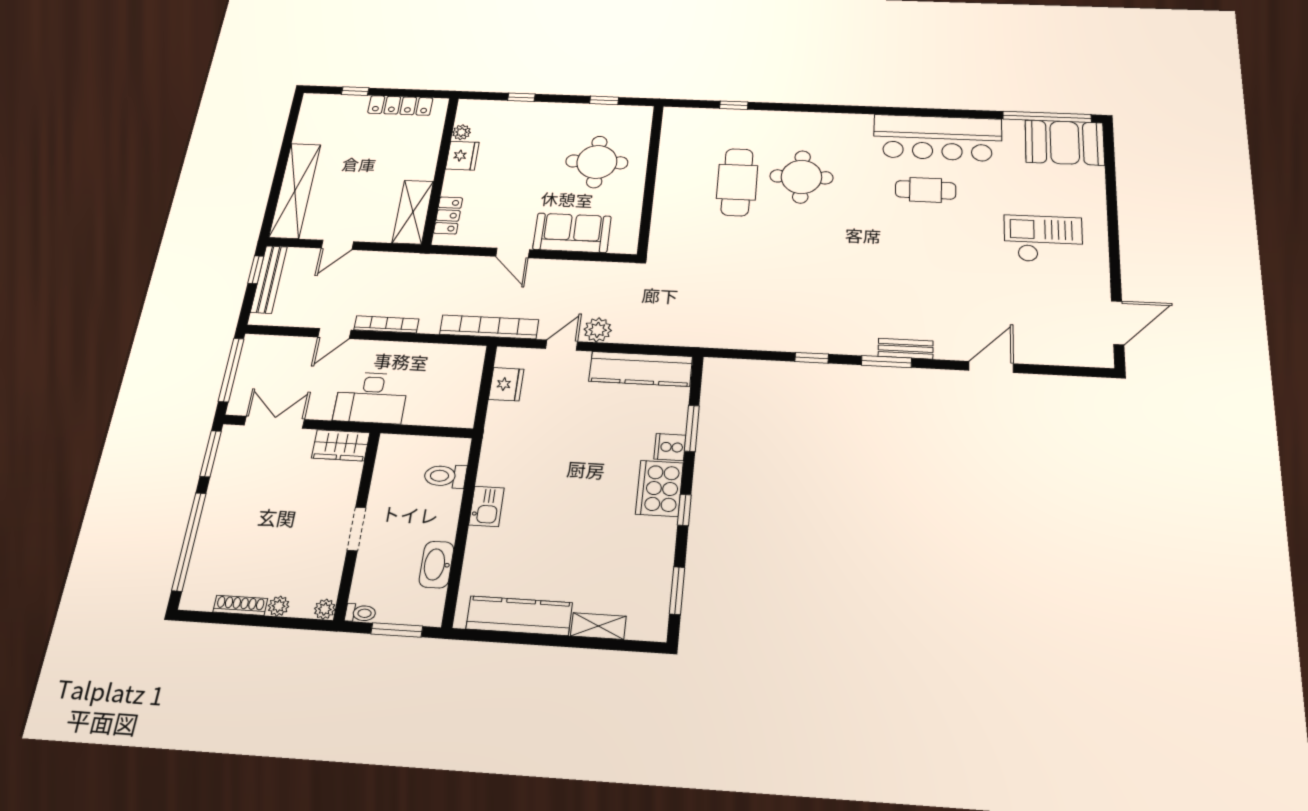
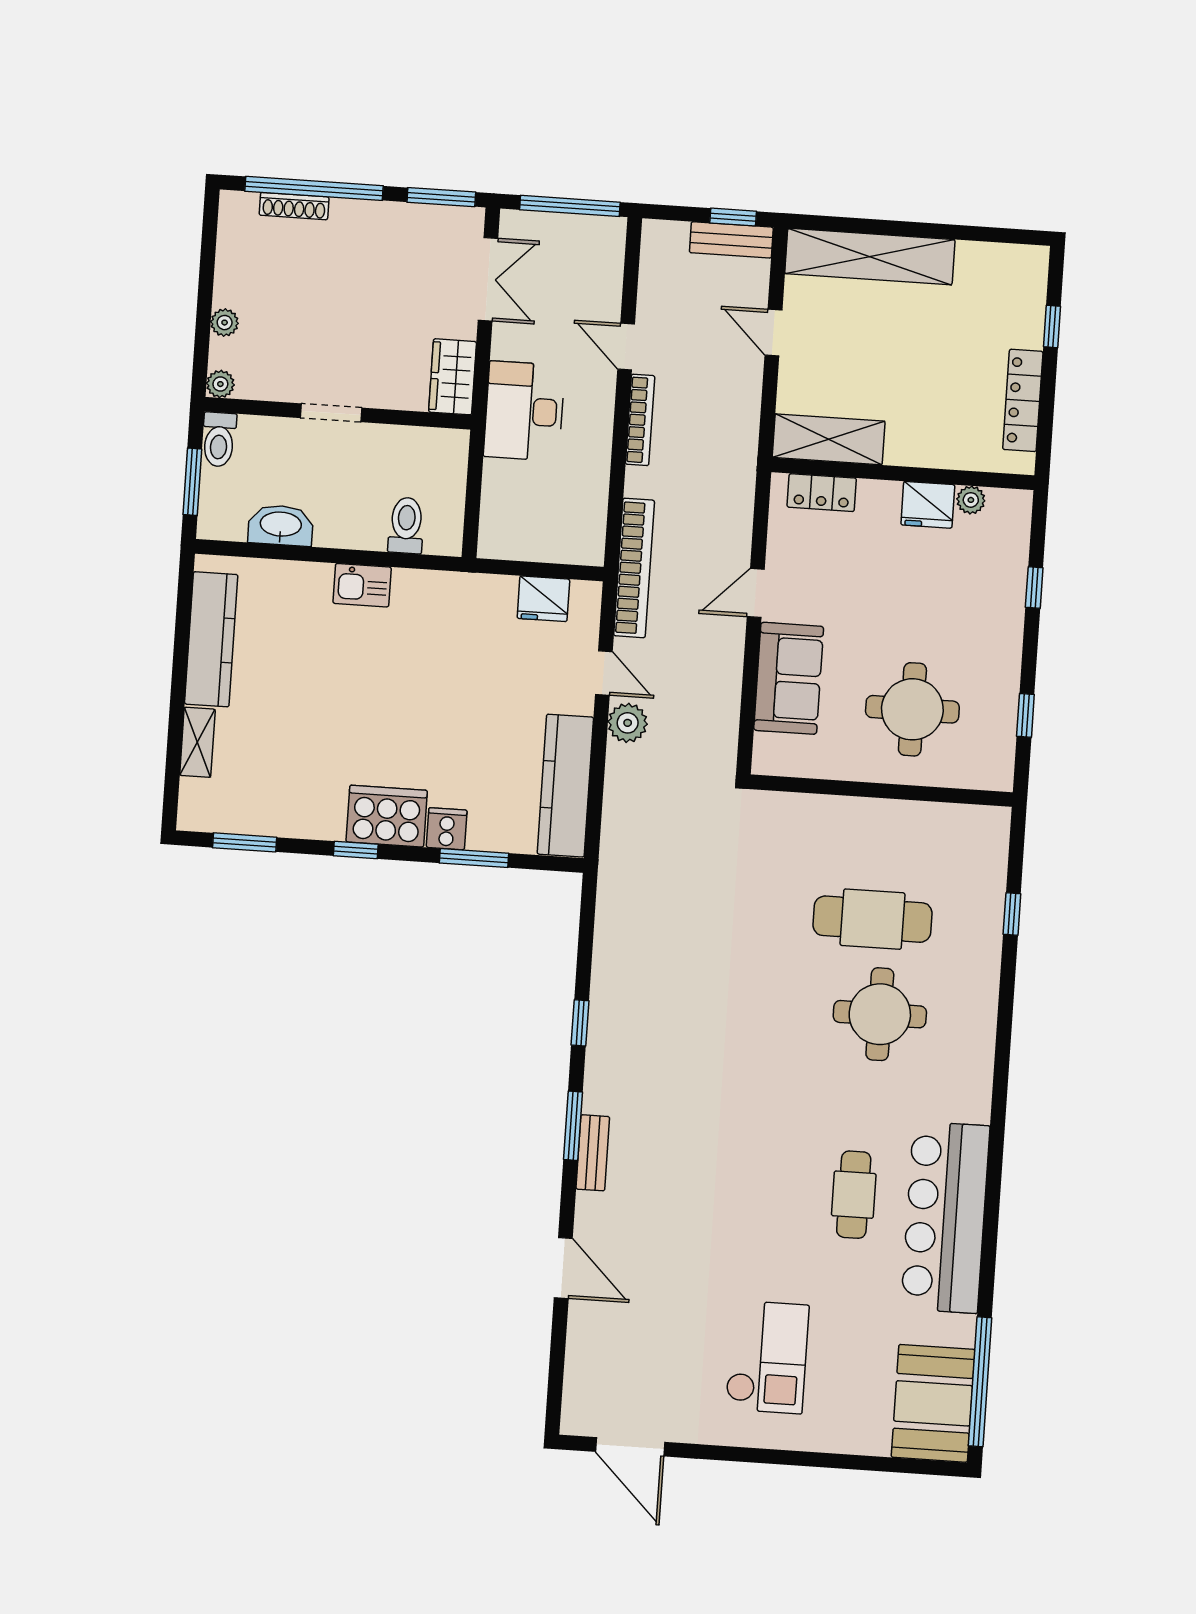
bench: (269, 279) -> (731, 240), width x0.73
shoe rack: (240, 605) -> (294, 206), moved, turned 90
toilet: (360, 613) -> (219, 439), width x1.37, depth x1.39

